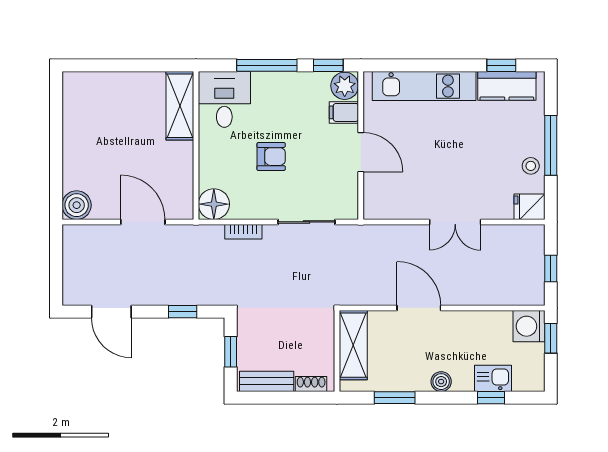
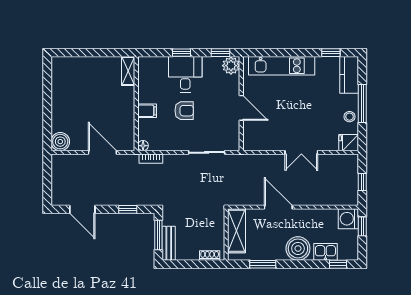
window: (267, 65) -> (181, 53), width x0.46
kitchen counter: (507, 86) -> (349, 75), moved, turned 90
desk: (224, 99) -> (185, 74), moved
shelving: (180, 106) -> (128, 71), width x0.67, depth x0.75
filing cabinet: (344, 112) -> (147, 111), moved, turned 180
floor lamp: (214, 204) -> (143, 146), width x0.53, depth x0.53
bookcase: (243, 232) -> (151, 159), moved
window: (231, 352) -> (158, 235), width x1.50
bench: (267, 381) -> (169, 243), moved, turned 90
boiler: (441, 382) -> (298, 248), width x1.86, depth x1.86
window: (491, 398) -> (338, 264), moved

